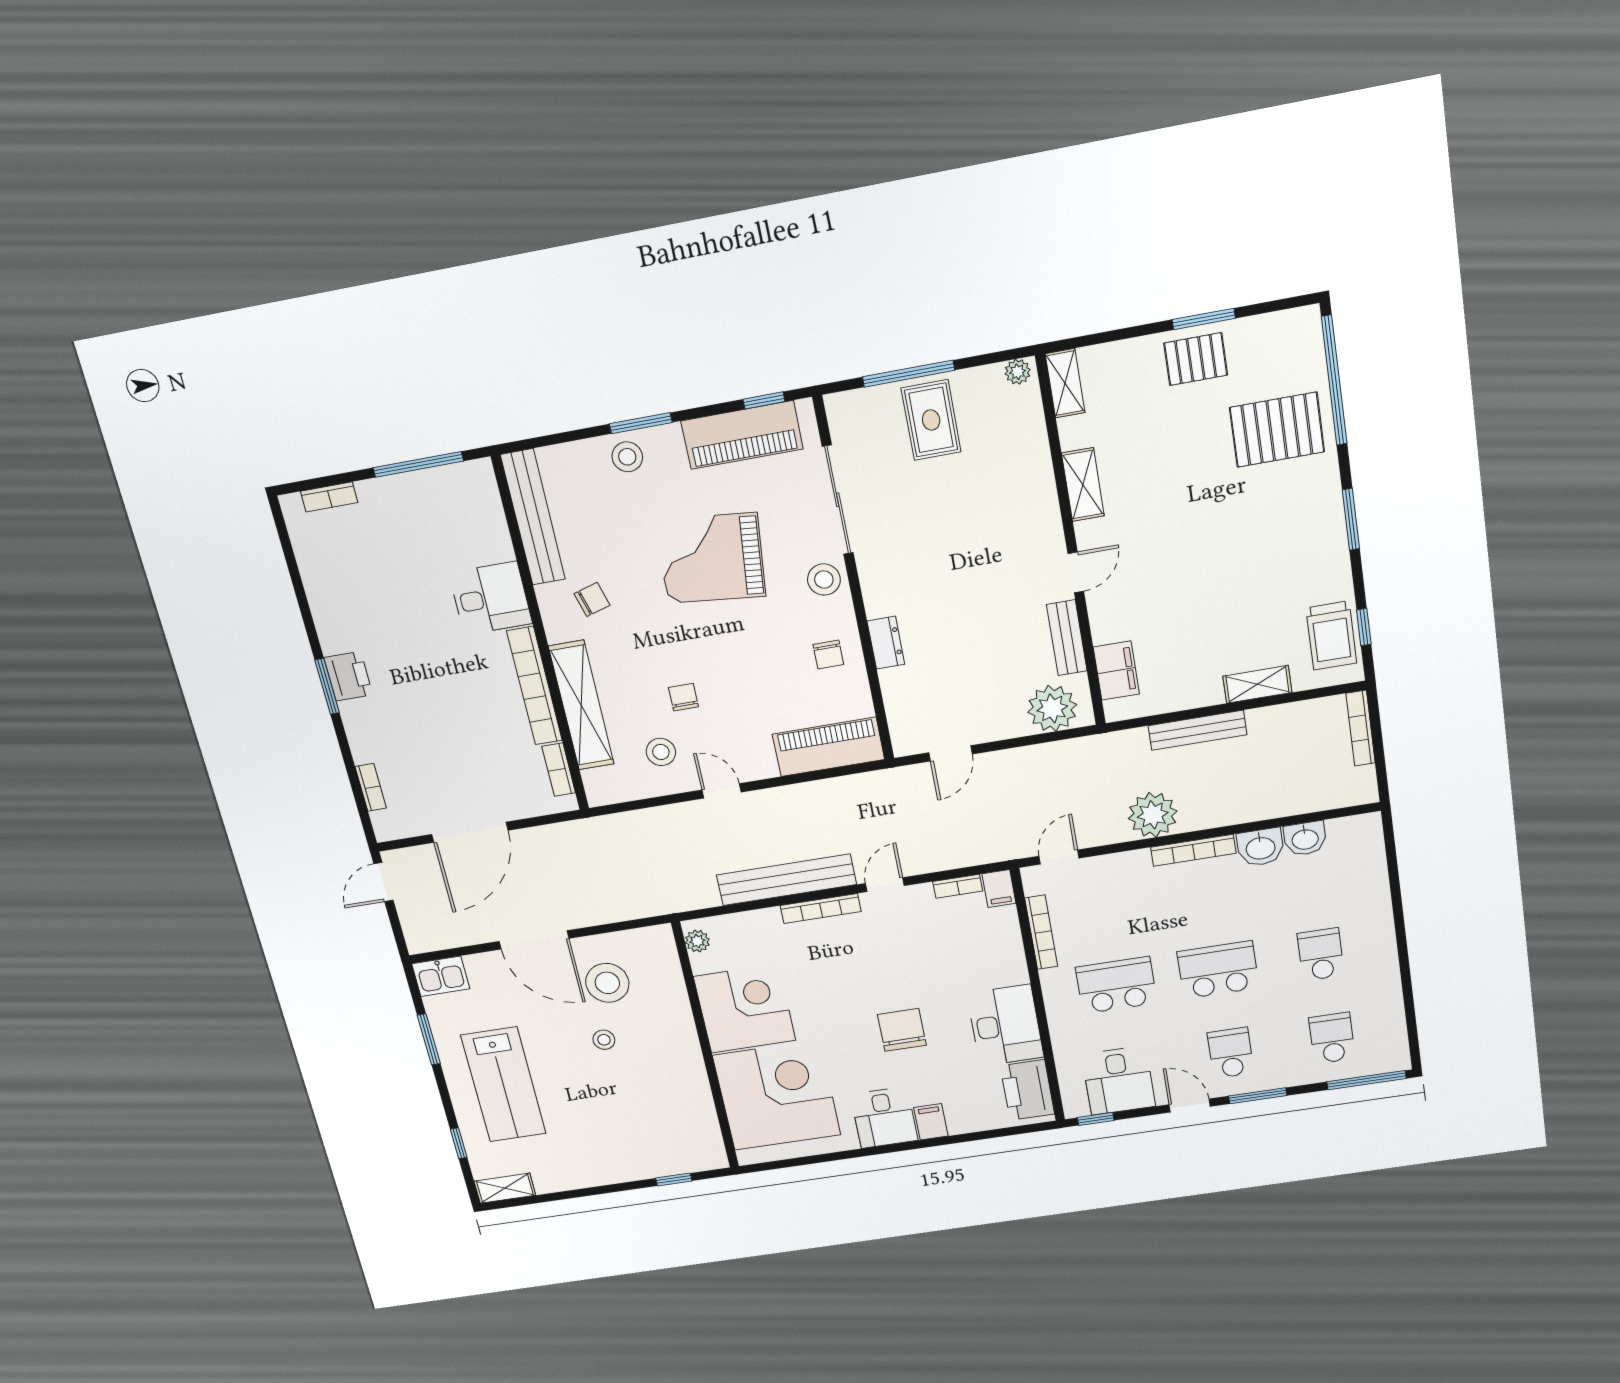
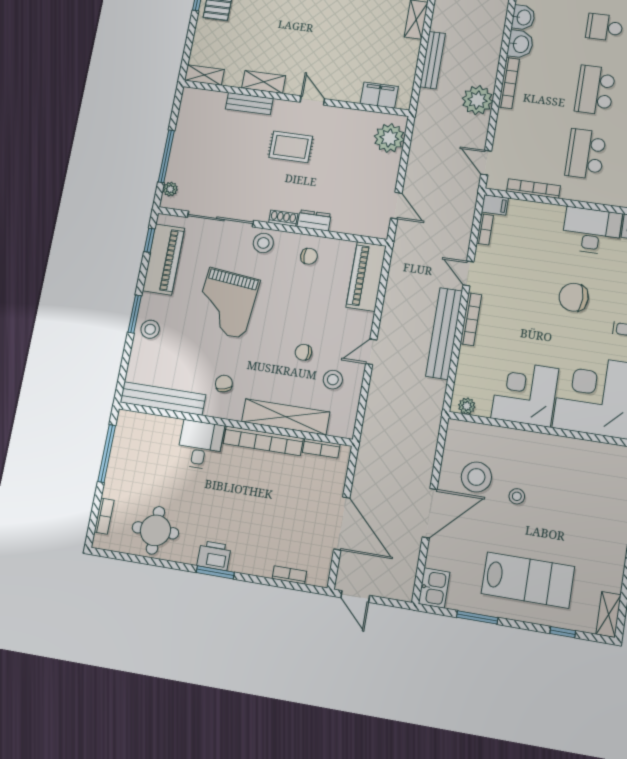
plant: (1018, 372) -> (170, 189), moved
rug: (931, 420) -> (291, 147), moved
round table: (344, 580) -> (155, 530), added
shoe rack: (873, 595) -> (283, 218), added
bench: (1067, 638) -> (249, 104), moved

